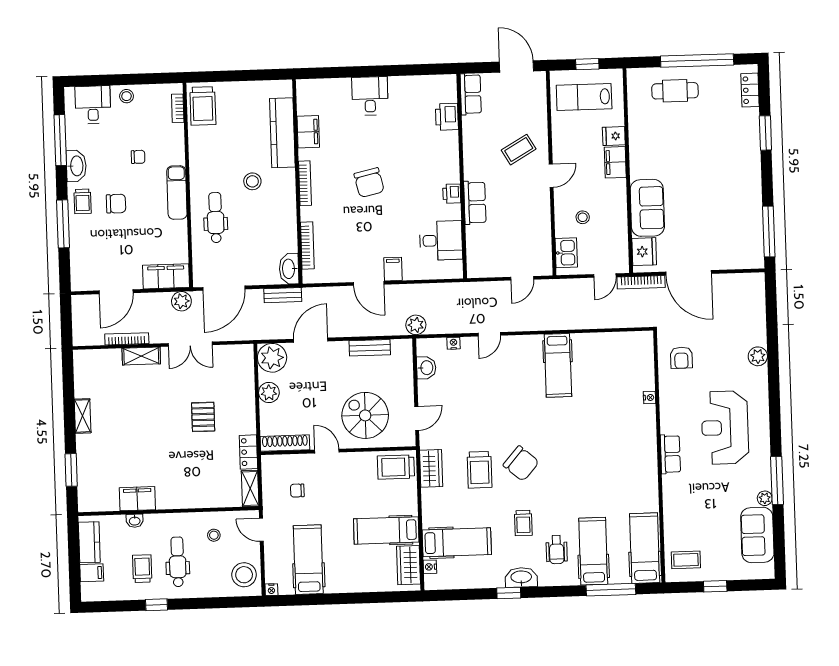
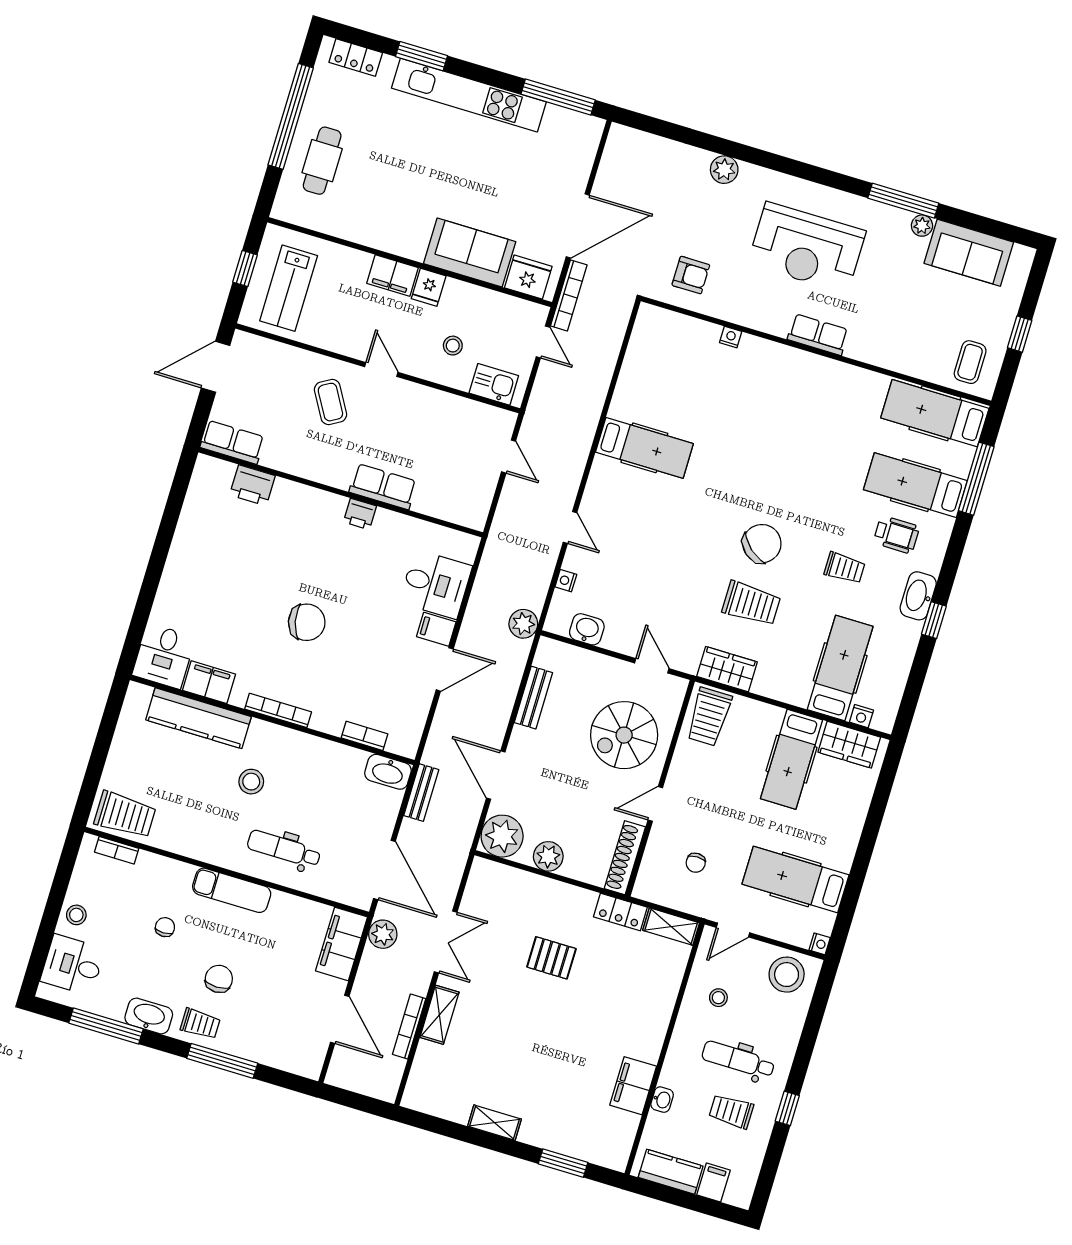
desk: (370, 96) -> (164, 656), moved, turned -90
fridge: (614, 136) -> (429, 287), moved
kitchen unit: (750, 173) -> (469, 95), added
desk: (441, 240) -> (436, 584), moved, turned 90
bookcase: (307, 245) -> (364, 736), width x0.64

